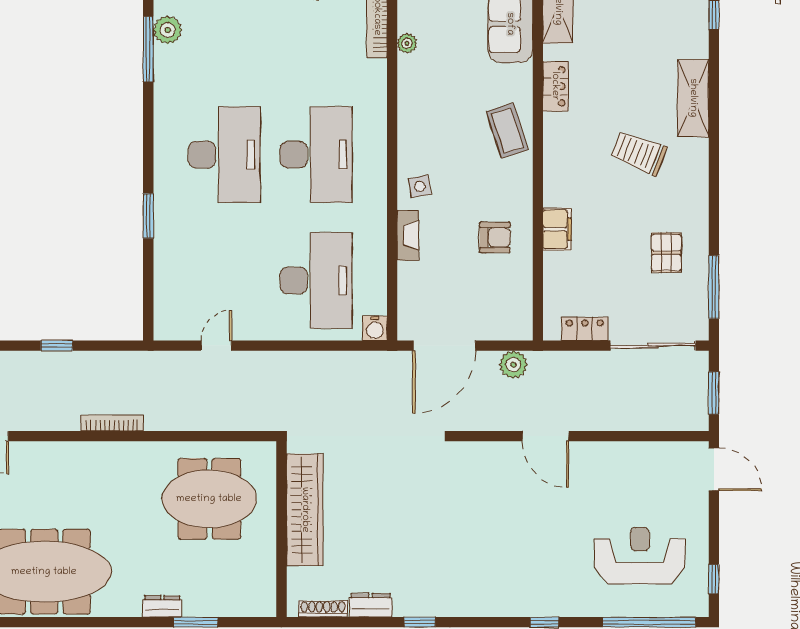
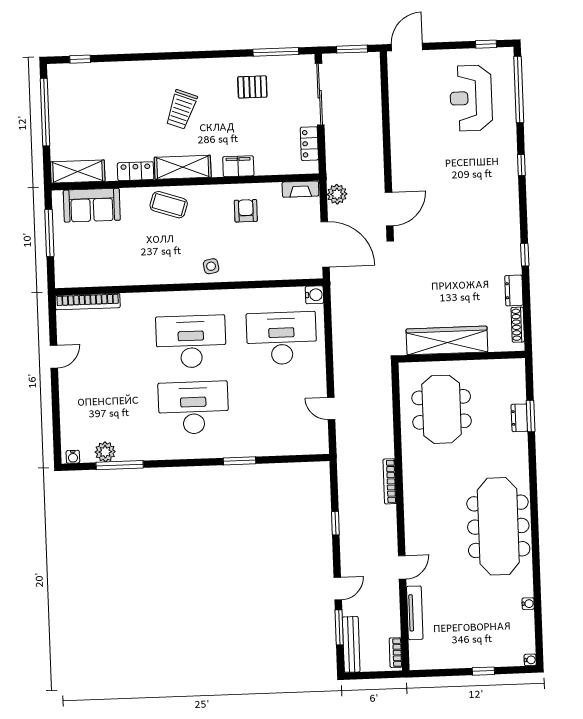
plant: (407, 43) -> (108, 279), removed
shelving: (693, 98) -> (183, 167), moved
coffee table: (507, 131) -> (169, 205), turned 36
fireplace: (408, 235) -> (300, 189), moved, turned 180
door: (545, 436) -> (389, 209), moved
dresser: (162, 606) -> (519, 418), moved

